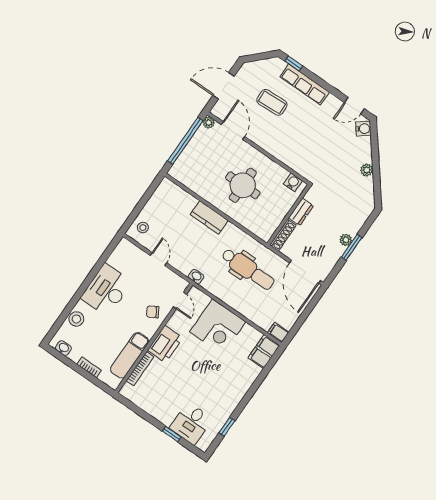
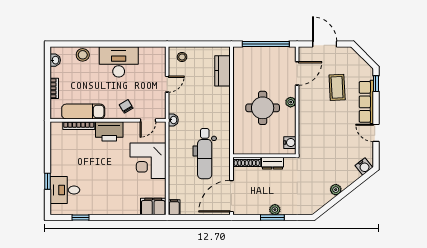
door: (354, 106) -> (376, 133), moved
plant: (209, 123) -> (291, 102), moved
kitchen counter: (209, 217) -> (223, 71), moved

